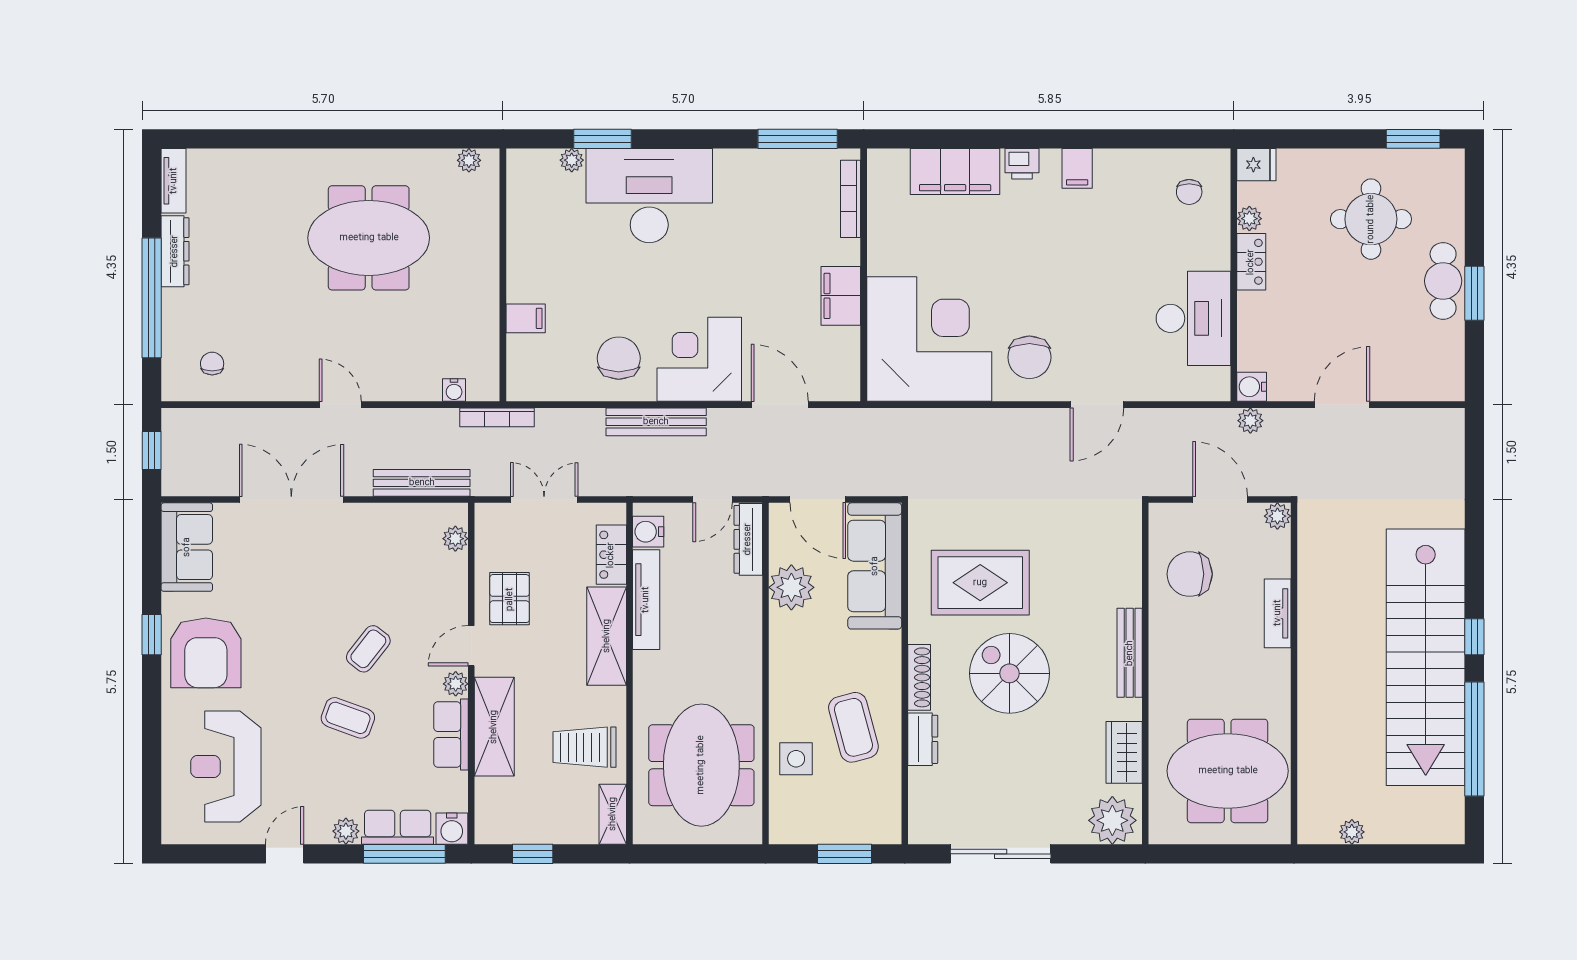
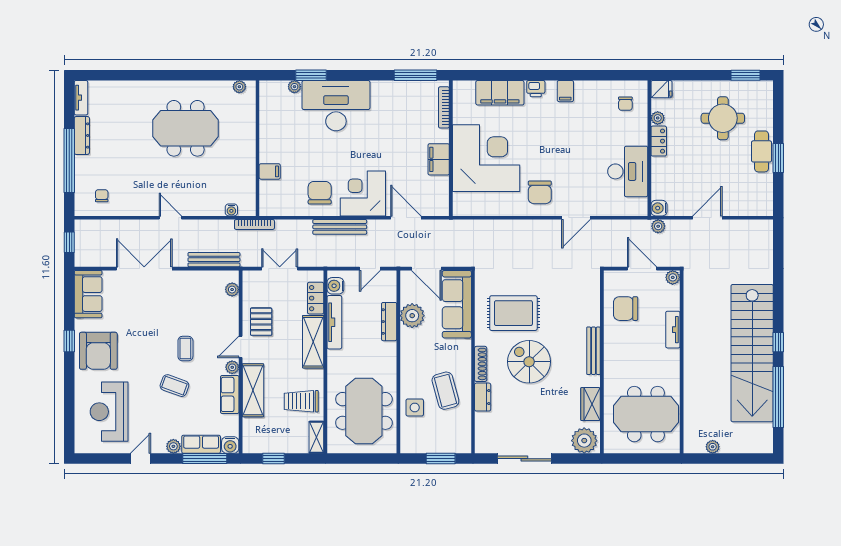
corner desk: (929, 339) -> (486, 158), moved
dresser: (748, 539) -> (389, 322), moved
coffee table: (368, 649) -> (185, 349), turned -38

